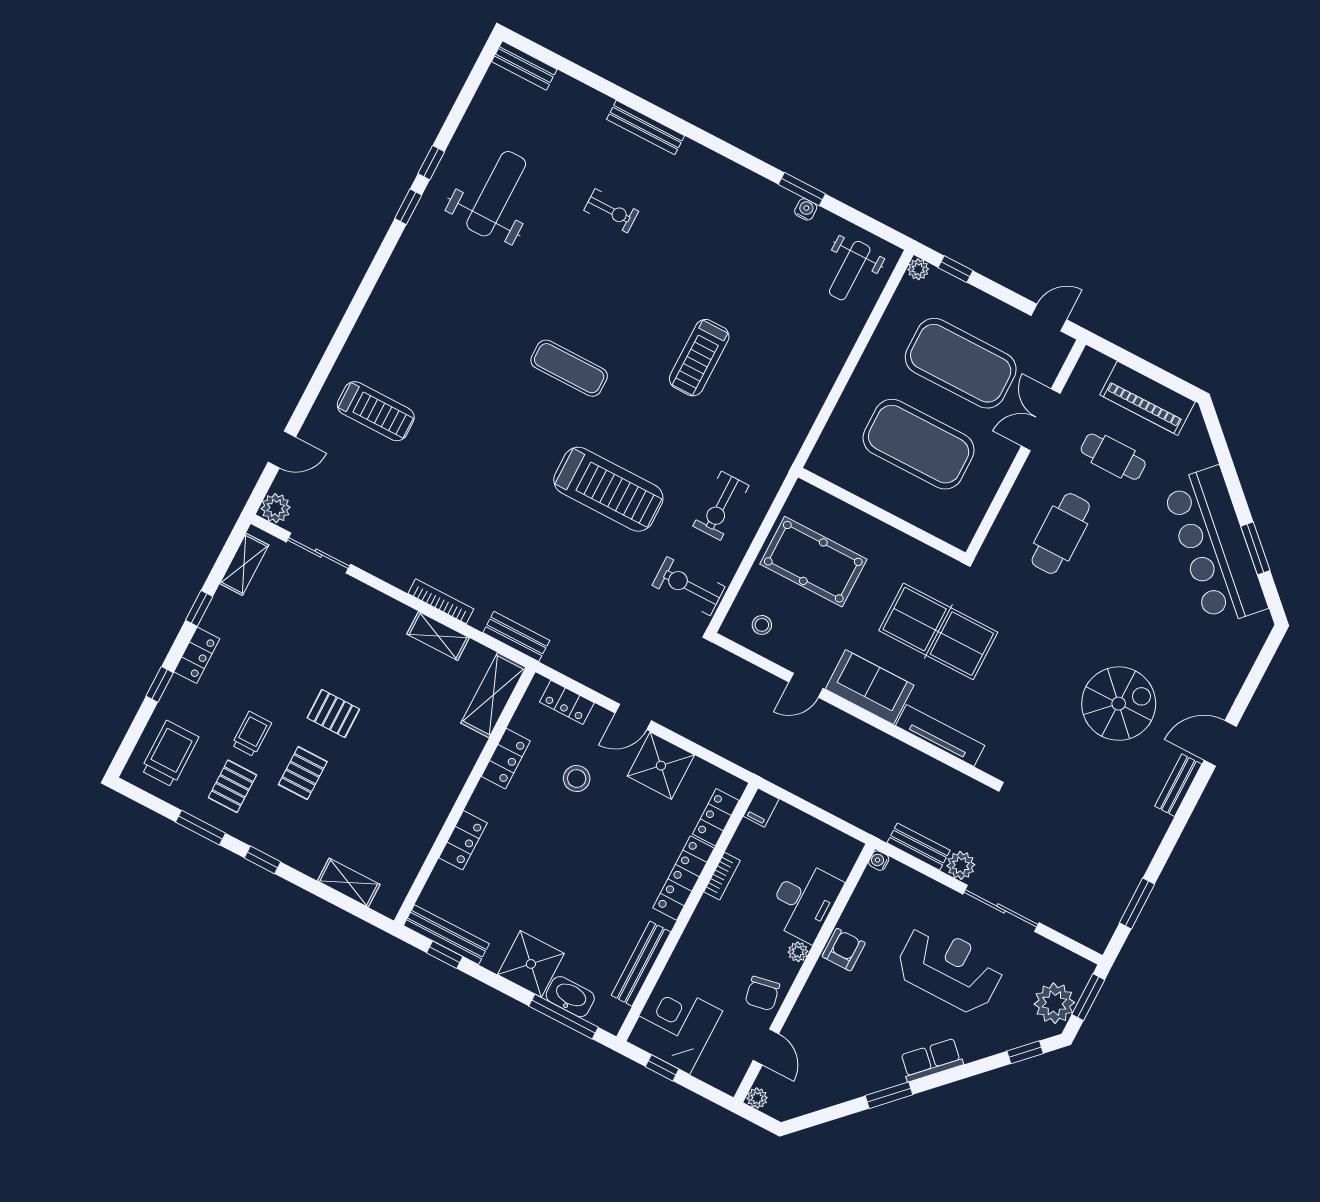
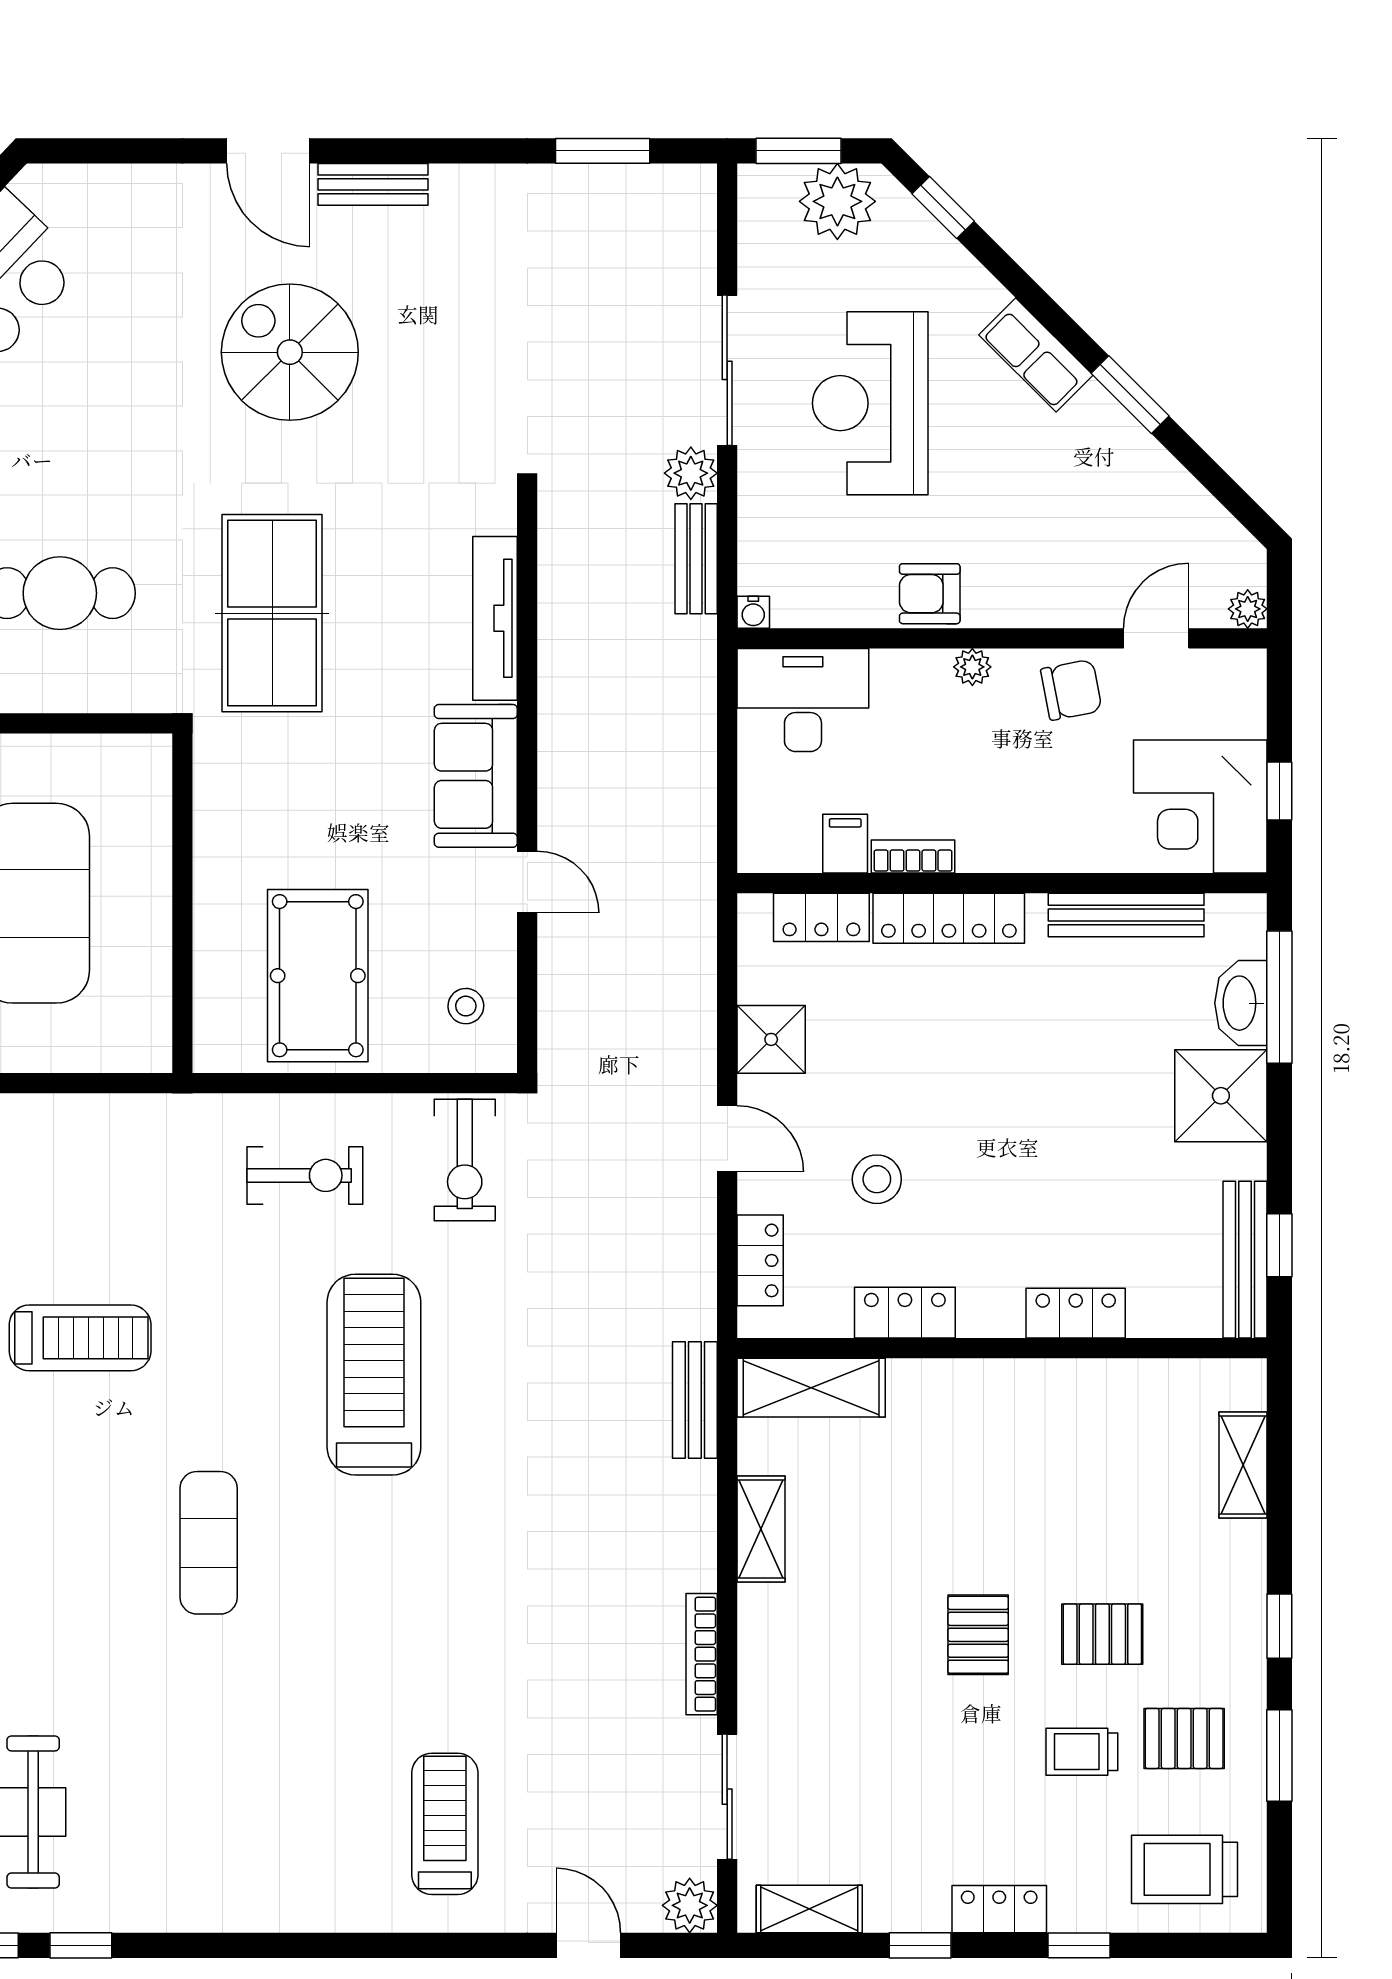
bookcase: (441, 601) -> (702, 1654), moved
table tennis table: (938, 631) -> (272, 613), moved
shower: (661, 766) -> (771, 1039), width x0.73, depth x0.73
filing cabinet: (761, 808) -> (845, 844), moved, turned -90
desk: (804, 901) -> (803, 700), moved

